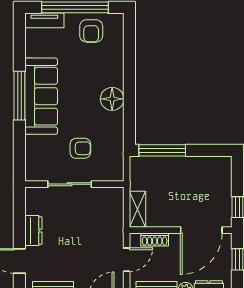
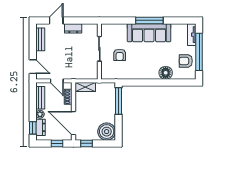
floor lamp: (112, 99) -> (166, 73), moved
boiler: (216, 171) -> (107, 132), added

